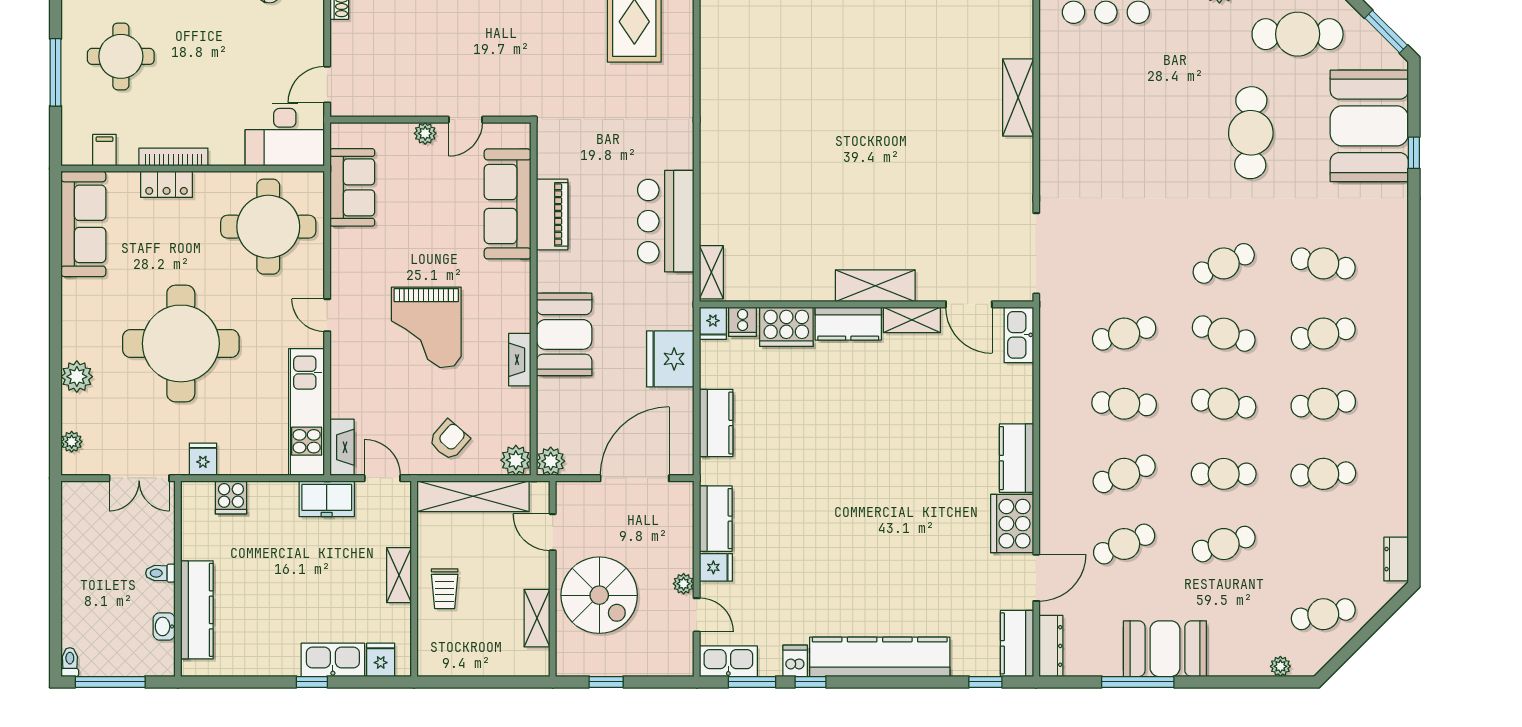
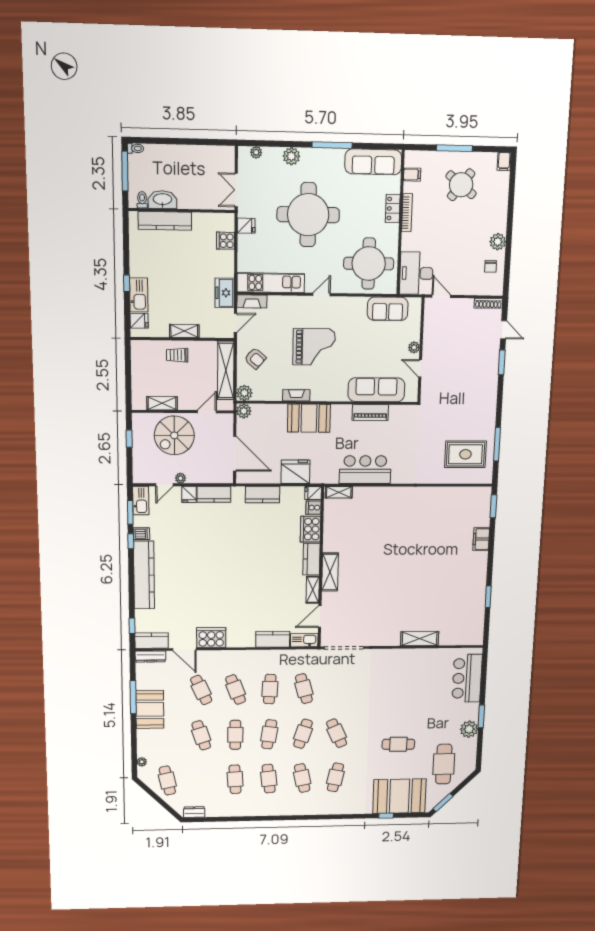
round table: (121, 56) -> (461, 185), turned 38
cafe table: (1251, 133) -> (398, 744), width x0.73, depth x0.74
window: (56, 301) -> (332, 145), added
grand piano: (426, 327) -> (314, 347), turned 180
kitchen counter: (1016, 458) -> (273, 639), moved
toilet: (160, 573) -> (142, 200), moved
washbasin: (164, 626) -> (162, 200), width x1.91, depth x1.45

